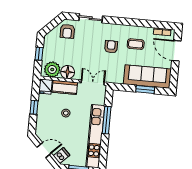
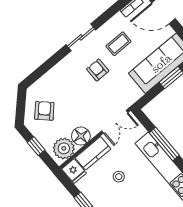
sliding door: (91, 18) -> (81, 37), moved
armchair: (67, 31) -> (44, 111), moved, turned -136
double door: (93, 83) -> (115, 122), swing flipped

